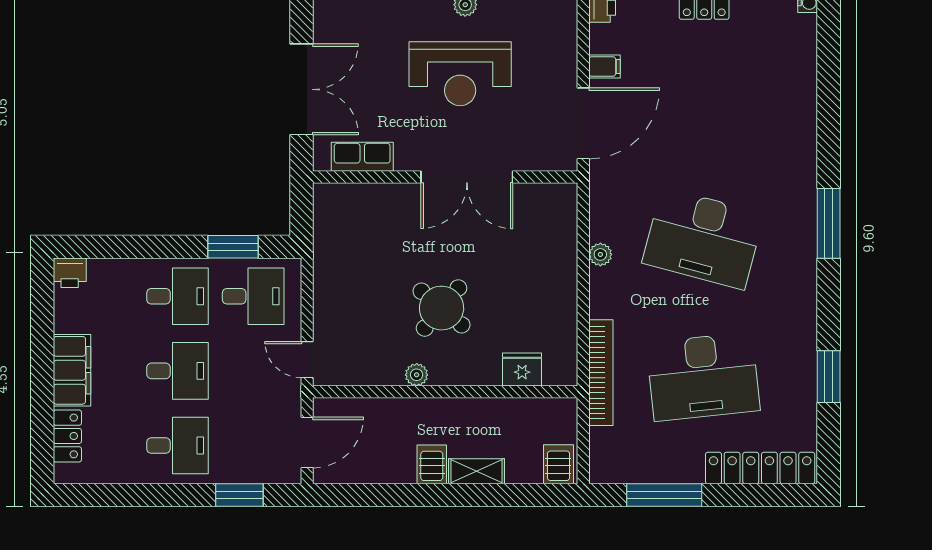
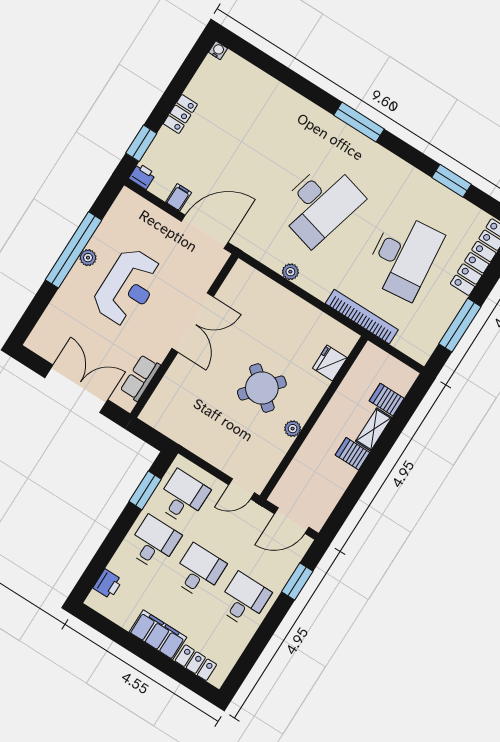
door: (583, 123) -> (205, 232), hinge flipped
printer: (70, 273) -> (108, 584), moved
door: (307, 442) -> (292, 521), swing flipped
server rack: (558, 464) -> (387, 400), moved

